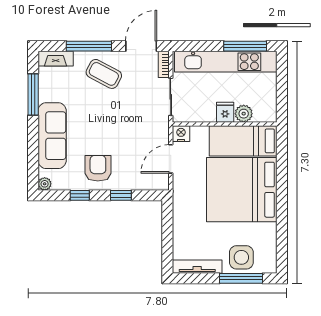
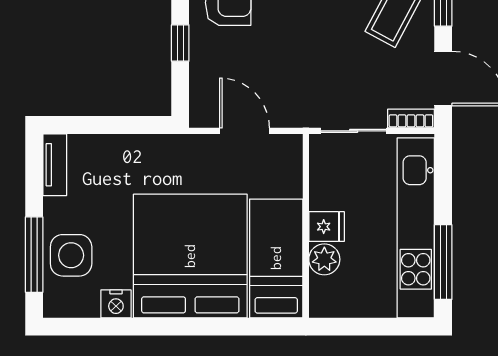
nightstand: (181, 134) -> (116, 304), moved, turned 90
tv unit: (197, 267) -> (55, 165), width x0.71

